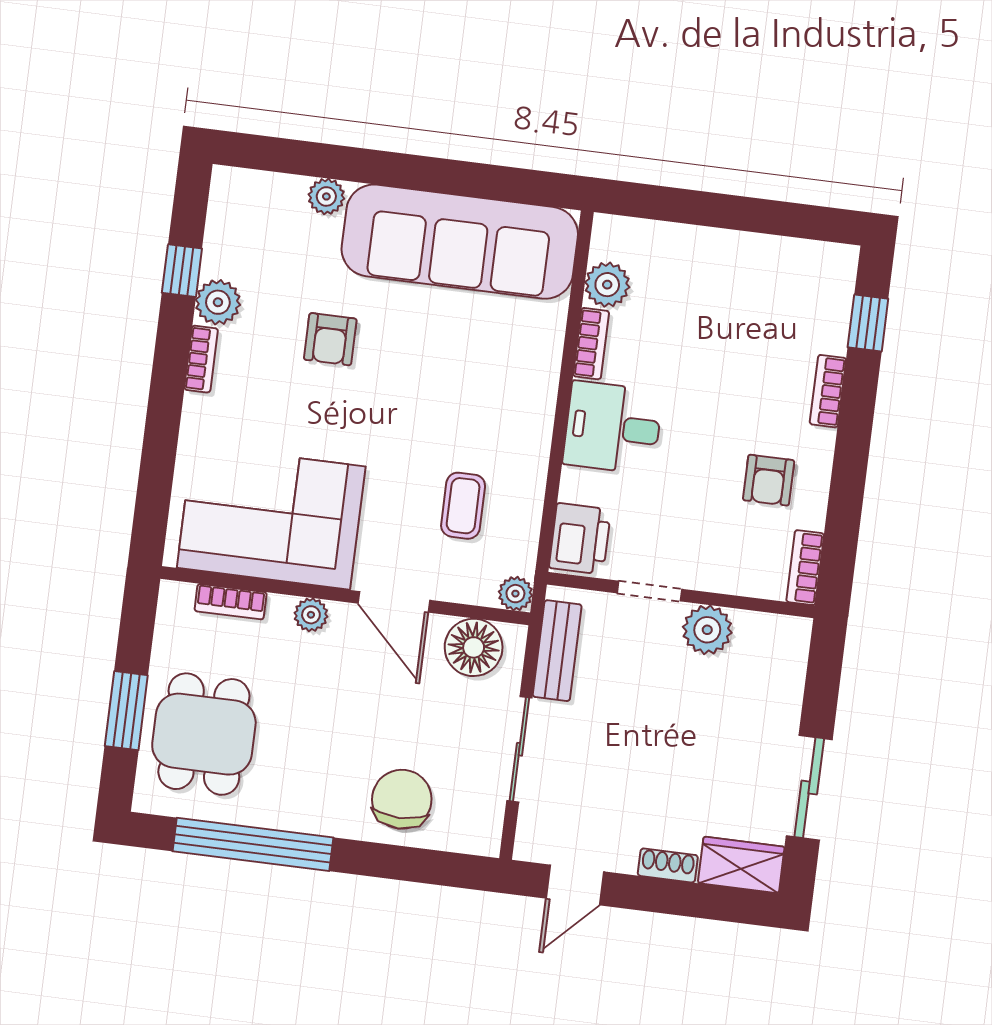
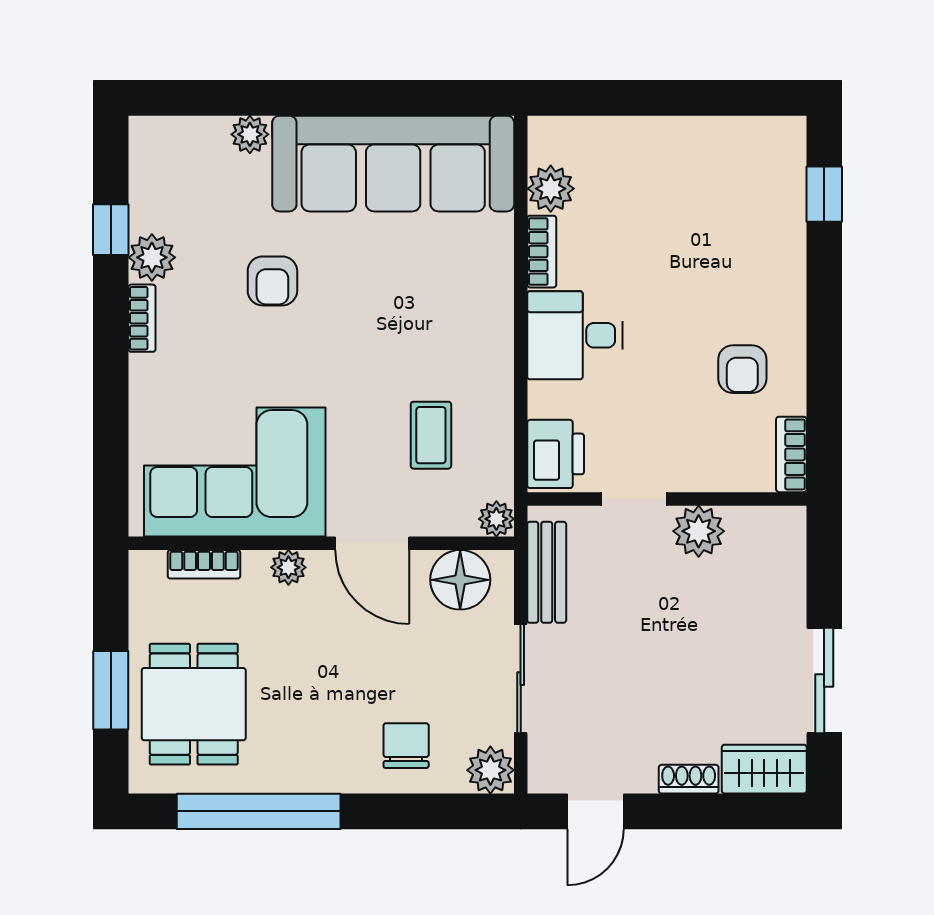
bookcase: (828, 391) -> (792, 270), removed
chair: (402, 799) -> (406, 746), width x0.73, depth x0.73
plant: (480, 833) -> (490, 770), added

